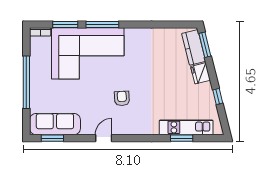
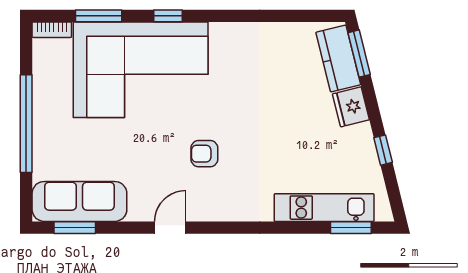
window: (102, 25) -> (168, 16), width x0.46
armchair: (122, 98) -> (204, 154), turned -87
window: (182, 138) -> (351, 228), moved

